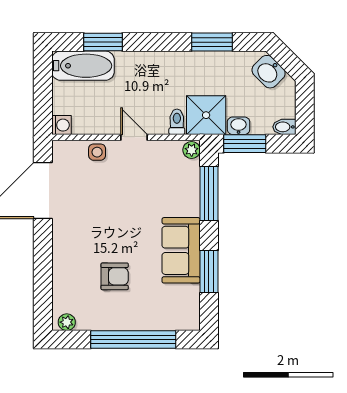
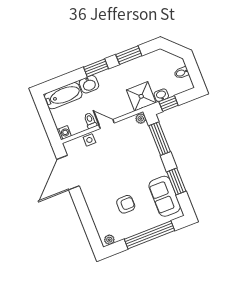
window: (103, 42) -> (96, 68), moved
washbasin: (269, 72) -> (89, 84), moved, turned -45
toilet: (177, 122) -> (90, 121), moved
bidet: (284, 127) -> (181, 73), moved
window: (245, 144) -> (169, 104), width x0.67
sofa: (181, 250) -> (165, 196), moved

